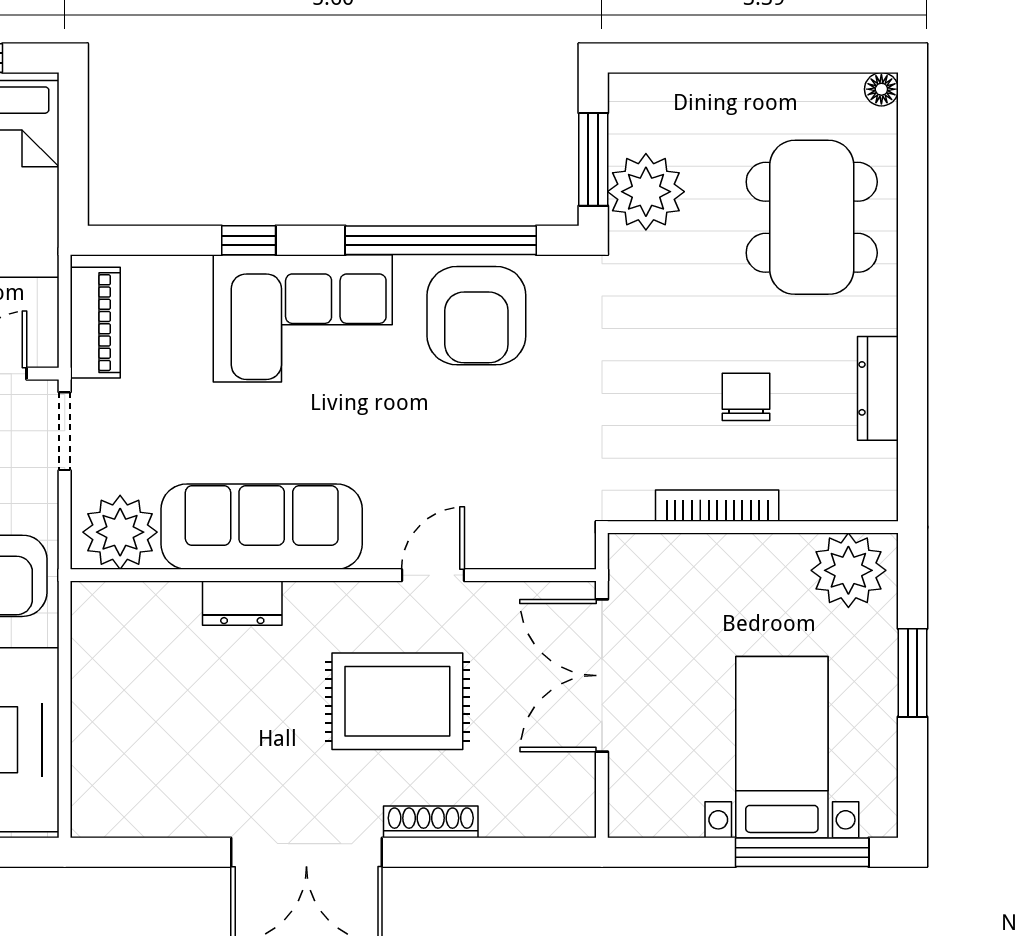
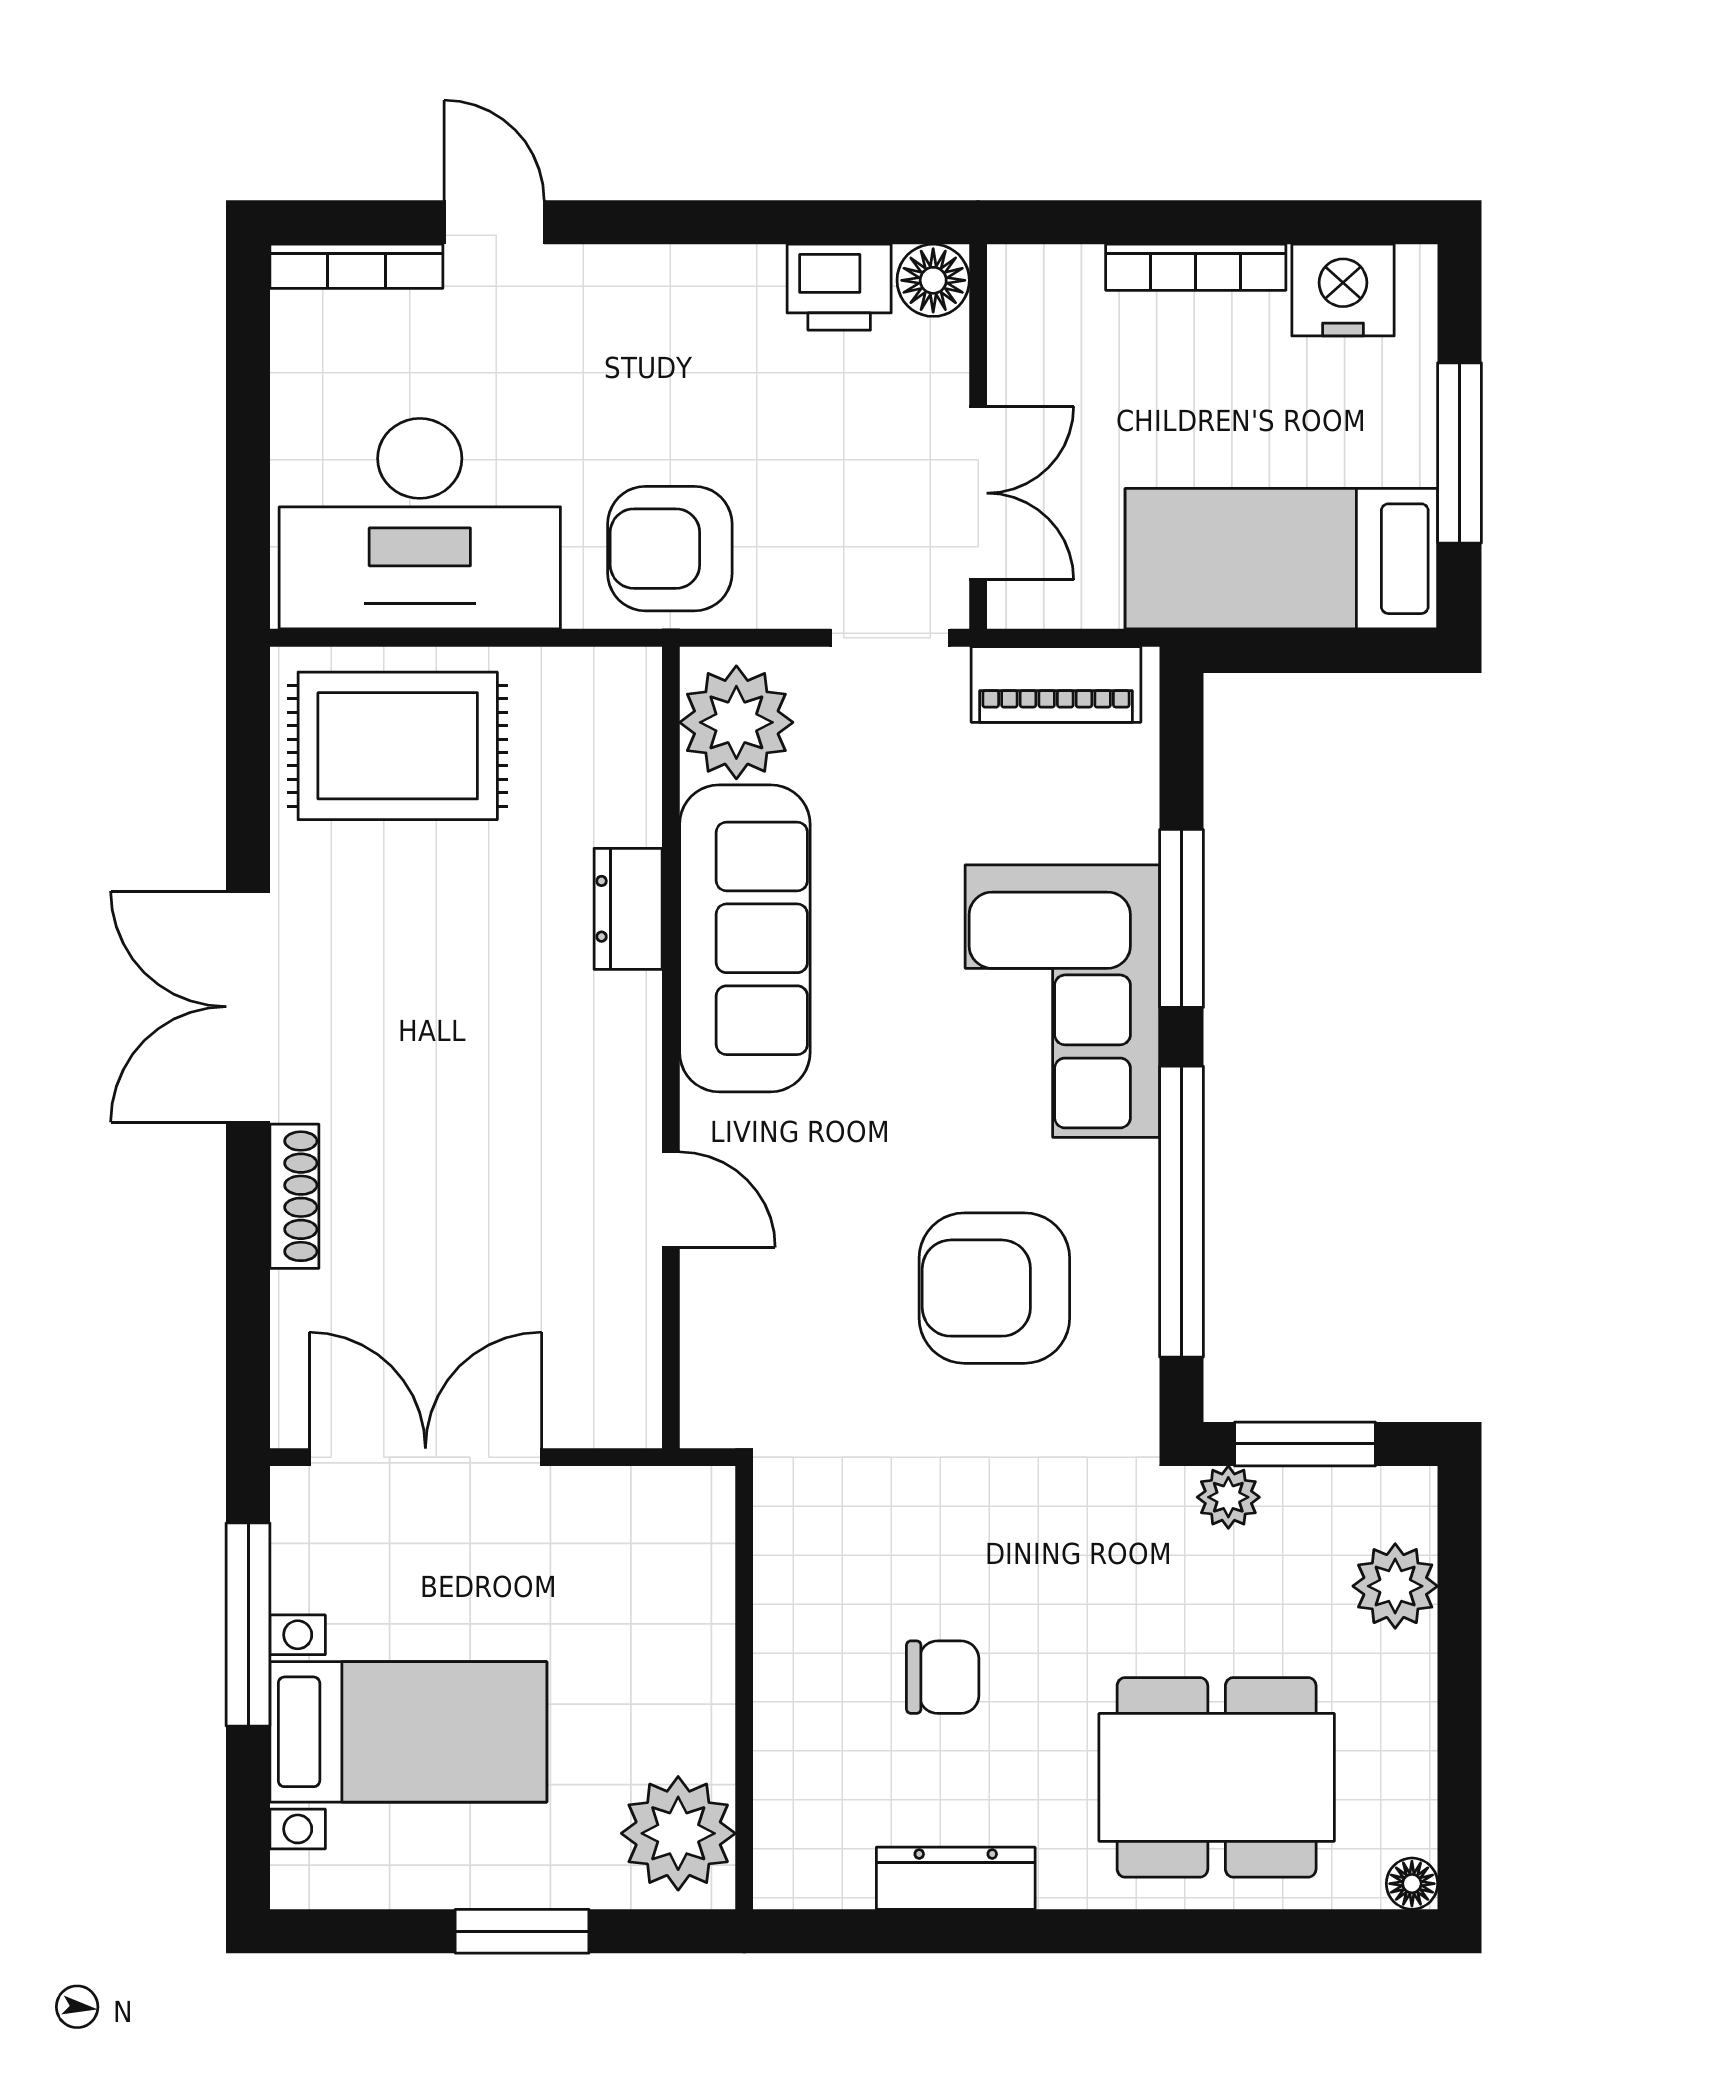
plant: (686, 100) -> (1395, 1586), added
plant: (646, 192) -> (1228, 1497), width x0.53, depth x0.53
window: (249, 240) -> (1182, 918), width x2.17
armchair: (476, 316) -> (994, 1288), moved
bookcase: (717, 506) -> (777, 1633), removed
double door: (602, 676) -> (425, 1457), moved
rug: (397, 701) -> (398, 746), moved, turned 90
window: (802, 852) -> (248, 1625), moved

